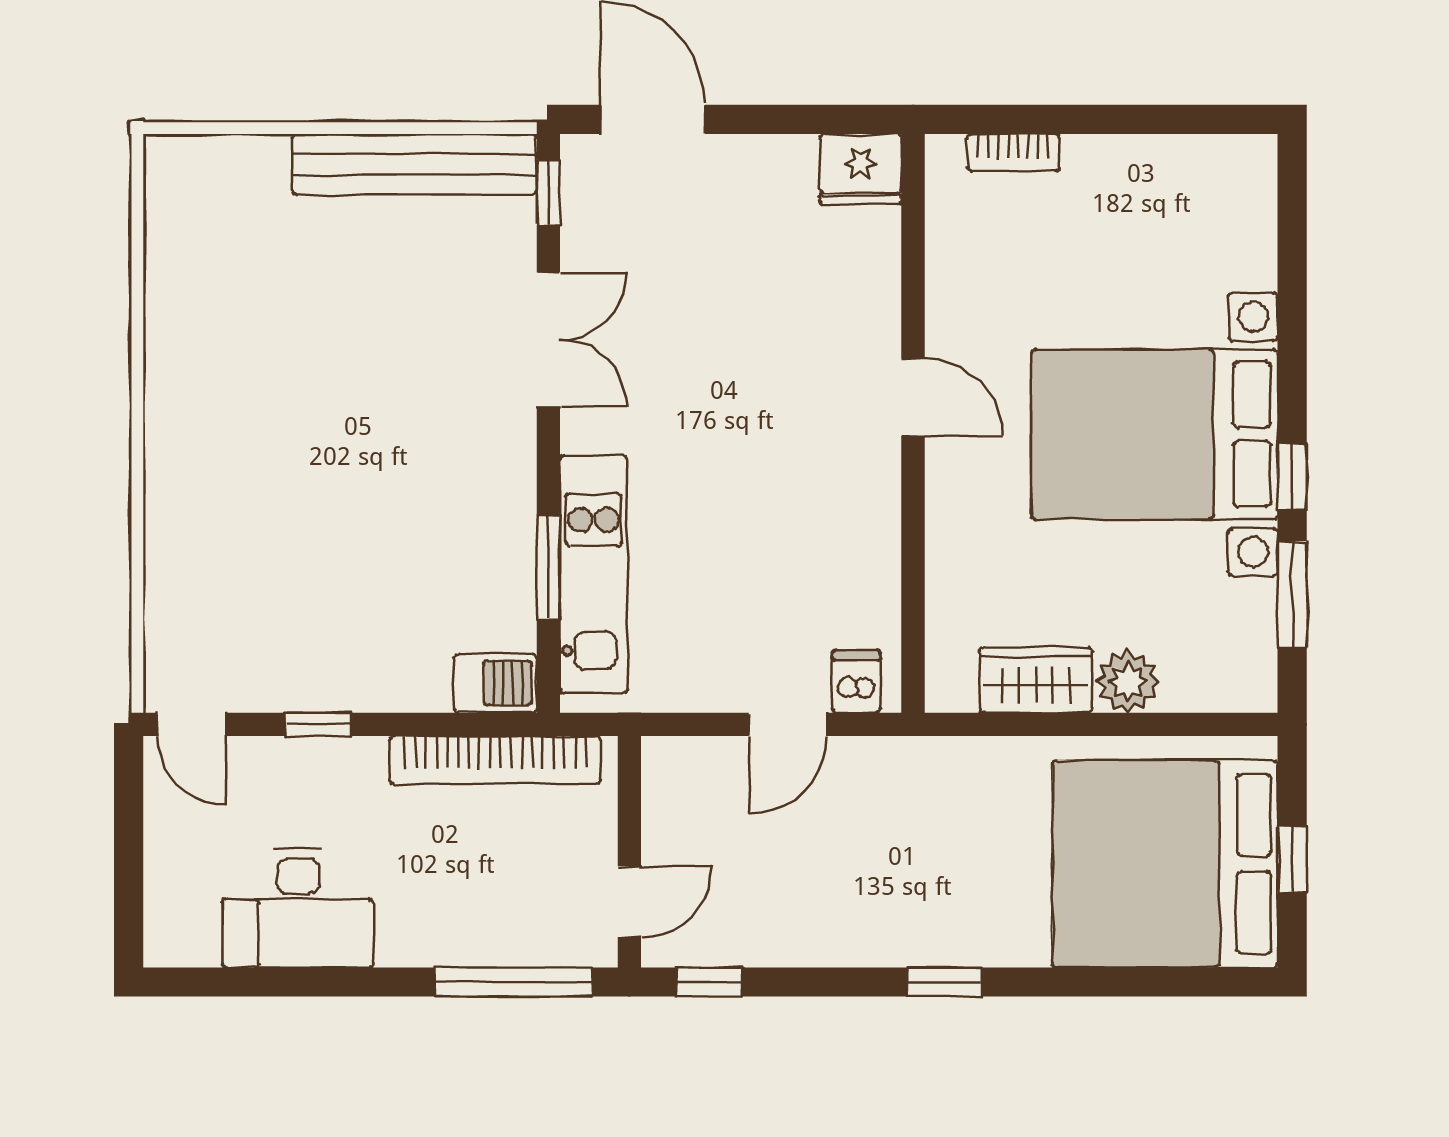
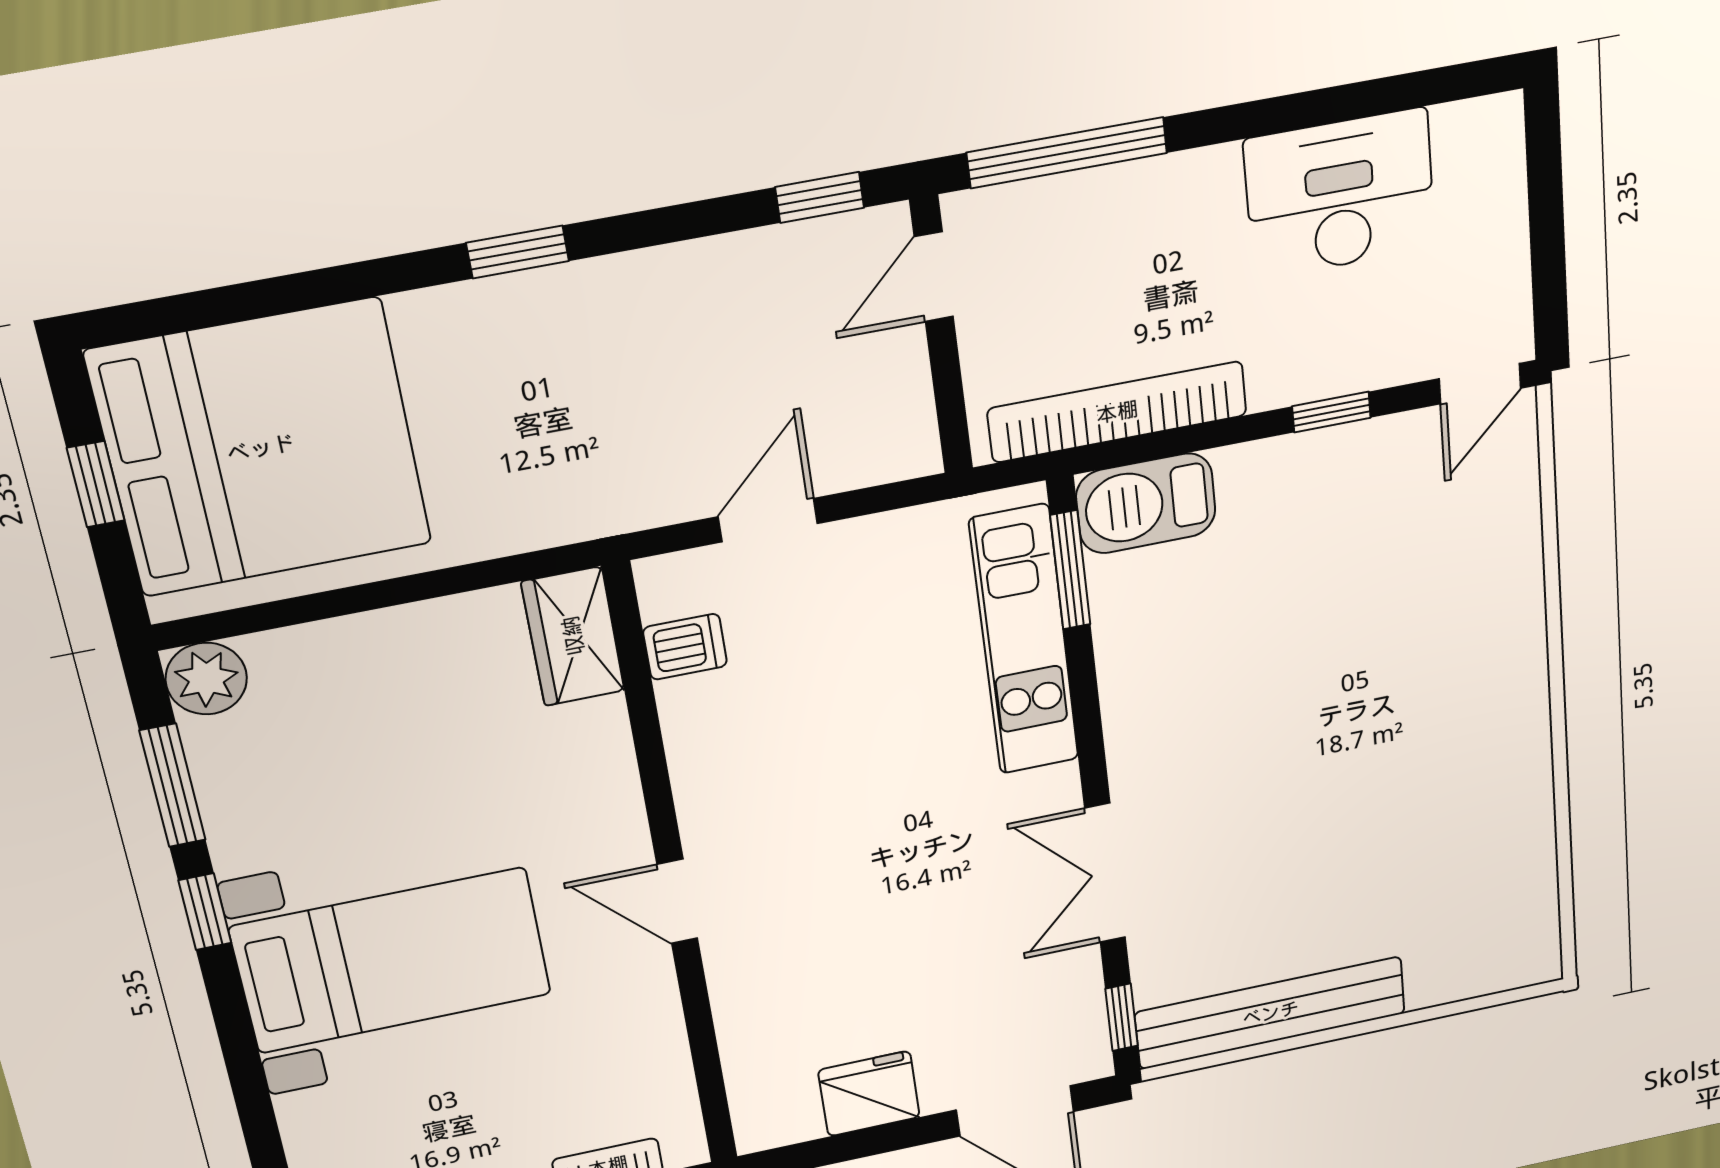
fridge: (860, 169) -> (869, 1094), moved
bed with nightstands: (1155, 434) -> (391, 961), width x0.73
window: (548, 567) -> (1070, 570), moved
wardrobe: (1036, 680) -> (573, 636), moved, turned 90
dishwasher: (856, 682) -> (685, 647), moved, turned -90
plant: (1128, 682) -> (206, 679), moved
barbecue: (495, 683) -> (1146, 503), width x1.38, depth x1.27
door: (191, 724) -> (1480, 384), swing flipped

